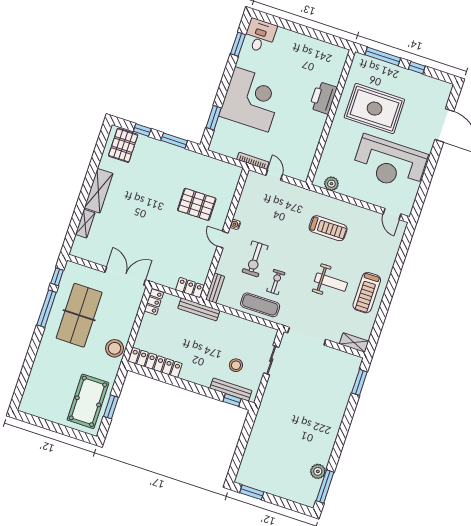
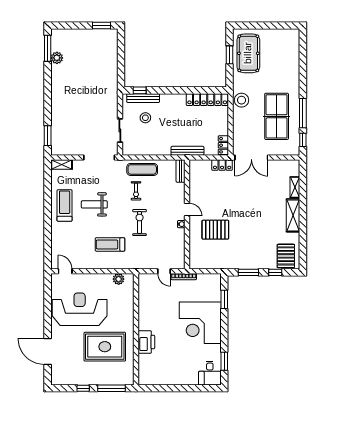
exercise bike: (255, 259) -> (140, 223), moved
locker: (190, 288) -> (222, 165), moved

